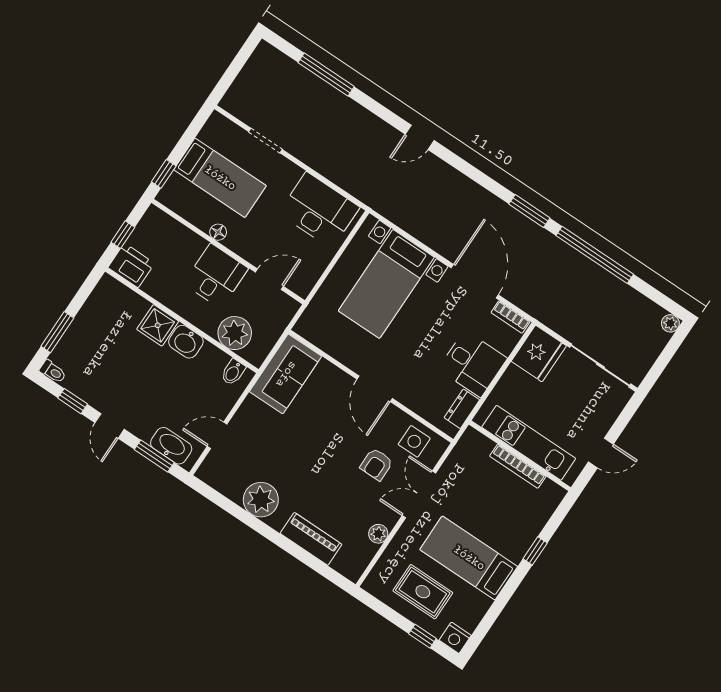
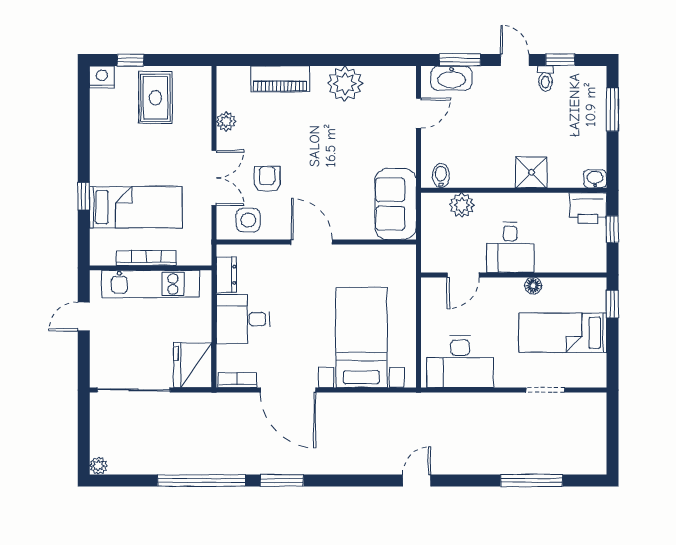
plant: (235, 333) -> (462, 205), width x0.73, depth x0.73
washbasin: (186, 342) -> (595, 179), moved, width x0.72, depth x0.69
toilet: (53, 372) -> (545, 78), moved, turned -90
bed: (469, 558) -> (136, 207), moved
rug: (423, 592) -> (155, 98), turned 90

